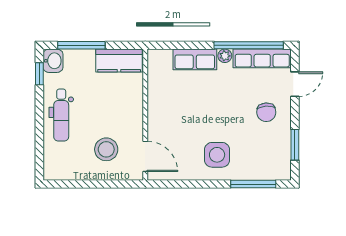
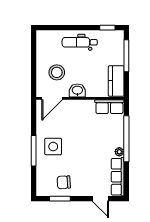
window: (249, 45) -> (126, 139), moved
row of seats: (195, 59) -> (109, 107), moved, turned -90
washbasin: (53, 61) -> (77, 91), moved, turned 180
chair: (266, 112) -> (64, 182), moved
window: (253, 184) -> (34, 151), moved

